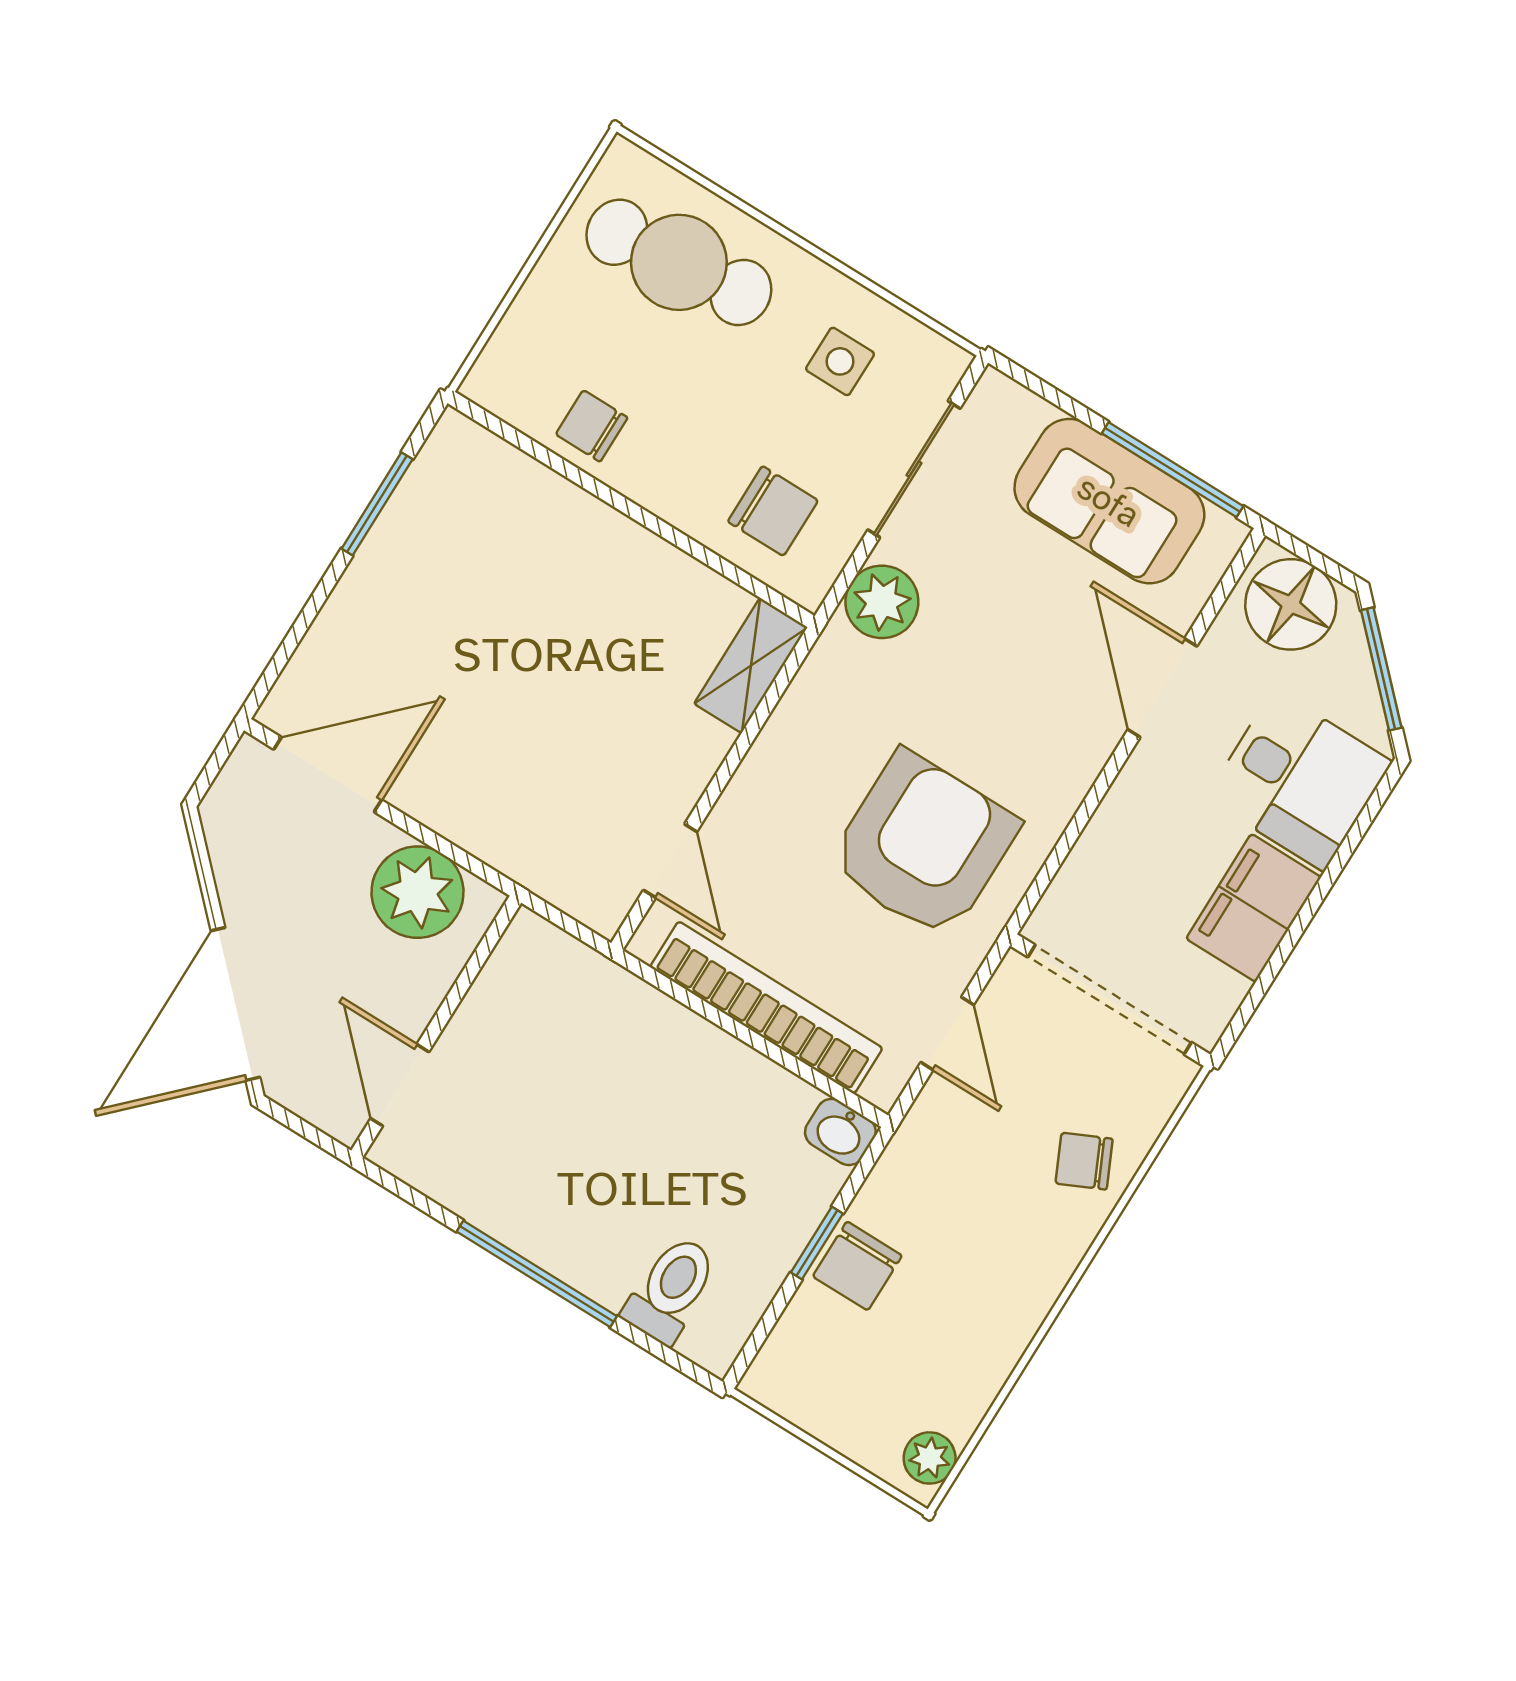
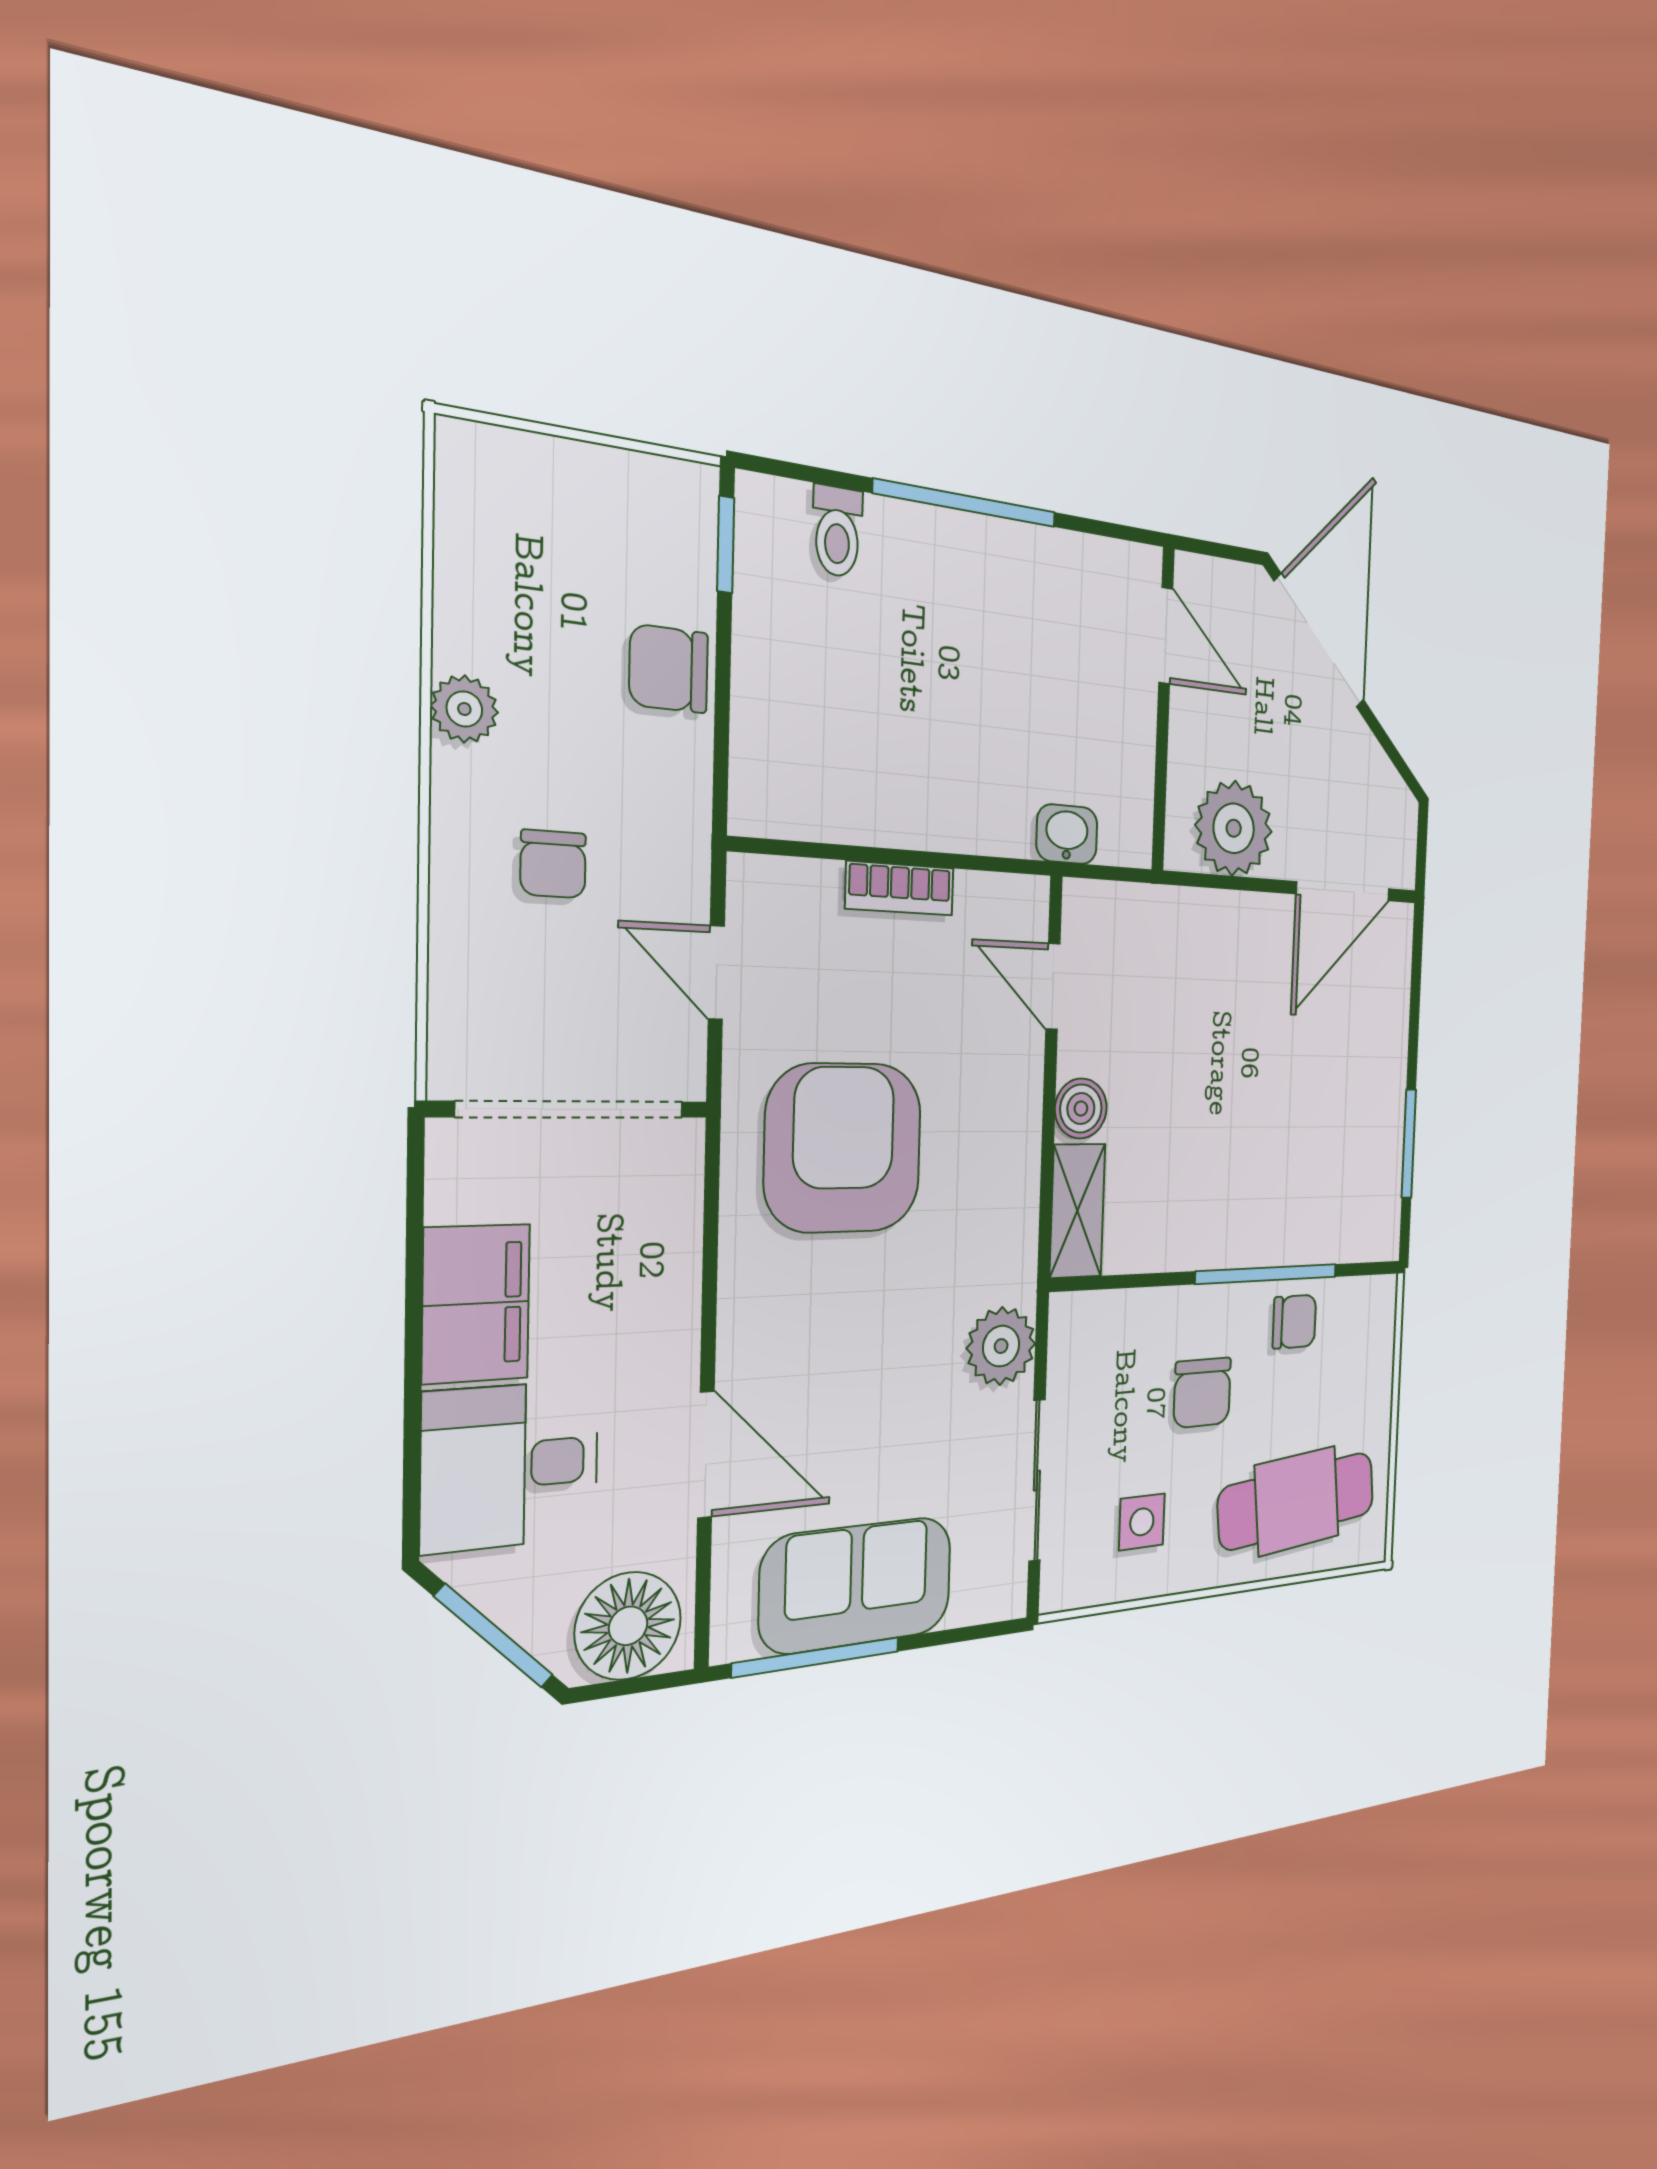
window: (597, 488) -> (1267, 1274), added
chair: (773, 511) -> (1202, 1393), moved, turned -90
boiler: (700, 747) -> (1081, 1108), added
armchair: (924, 845) -> (843, 1148), turned 180
bookcase: (766, 1008) -> (900, 888), width x0.43, depth x0.76
washbasin: (840, 1132) -> (1067, 834), moved
chair: (1084, 1161) -> (553, 864), moved, turned 115
window: (817, 1243) -> (726, 545), moved
chair: (857, 1266) -> (669, 669), turned -90
toilet: (671, 1289) -> (837, 531), width x0.73, depth x0.72
plant: (930, 1458) -> (464, 709), moved

